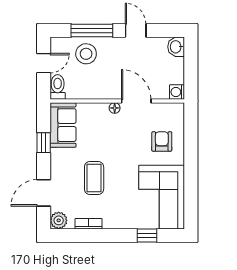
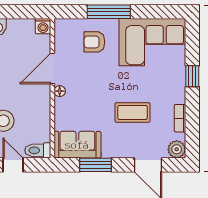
window: (44, 143) -> (96, 165), width x1.50
window: (191, 155) -> (109, 12), added
window: (147, 235) -> (192, 76), moved

